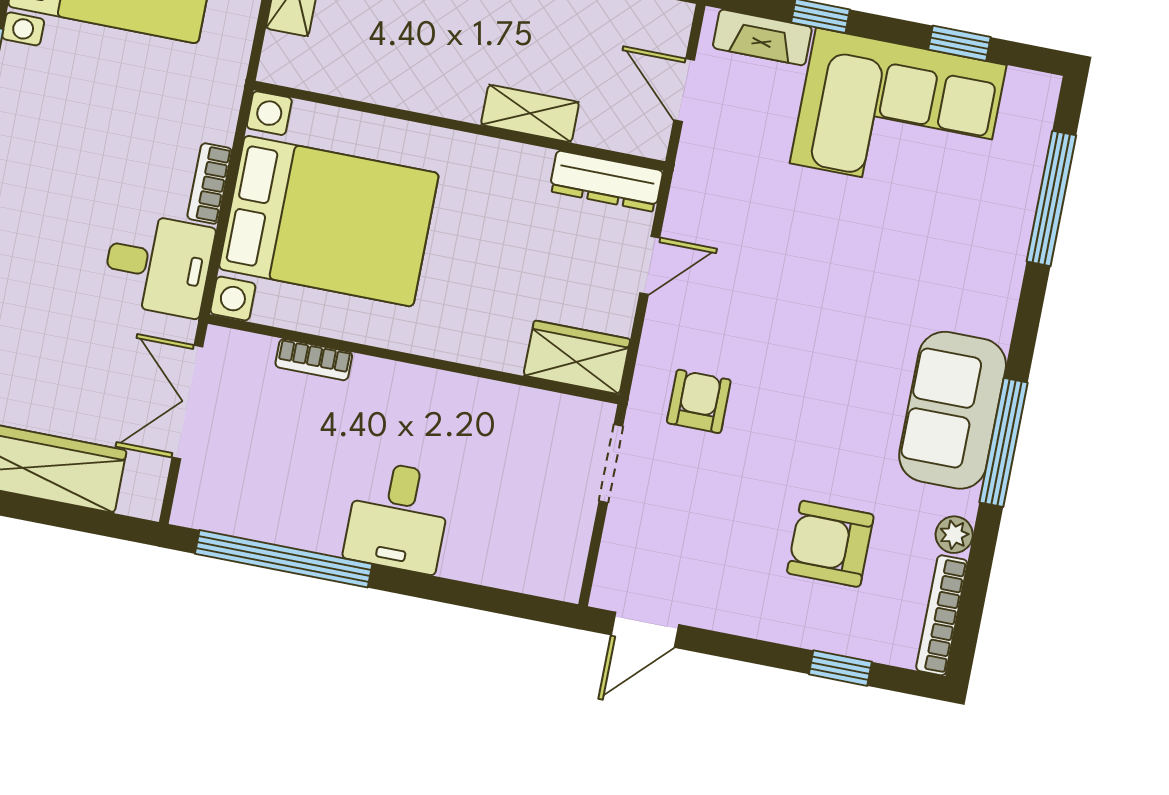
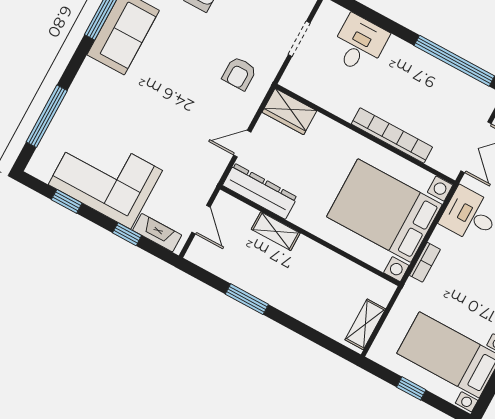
dresser: (606, 181) -> (260, 191), width x1.37, depth x1.24
bookcase: (210, 183) -> (425, 262), moved
bookcase: (314, 360) -> (392, 135), width x2.31, depth x1.31
doorway: (611, 464) -> (299, 39), moved
desk: (398, 517) -> (359, 44), moved

